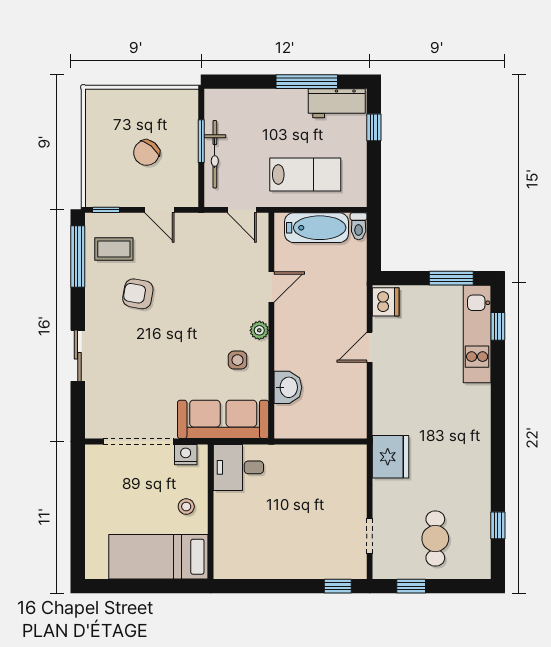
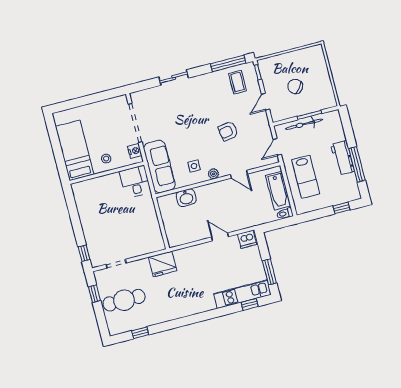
workbench: (337, 103) -> (343, 158), moved
armchair: (138, 294) -> (228, 131), moved, turned -110
cafe table: (435, 539) -> (124, 300), width x1.37, depth x1.35

